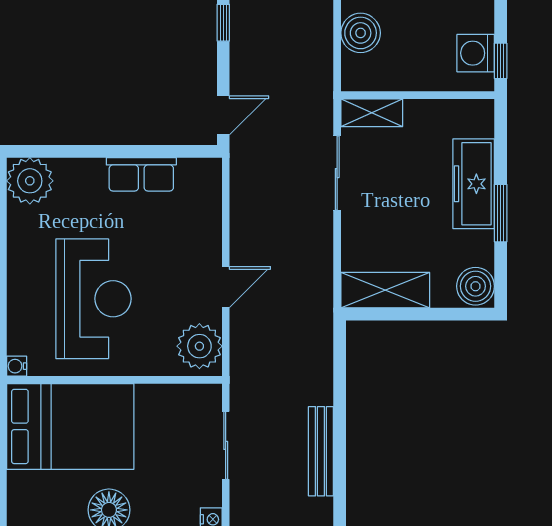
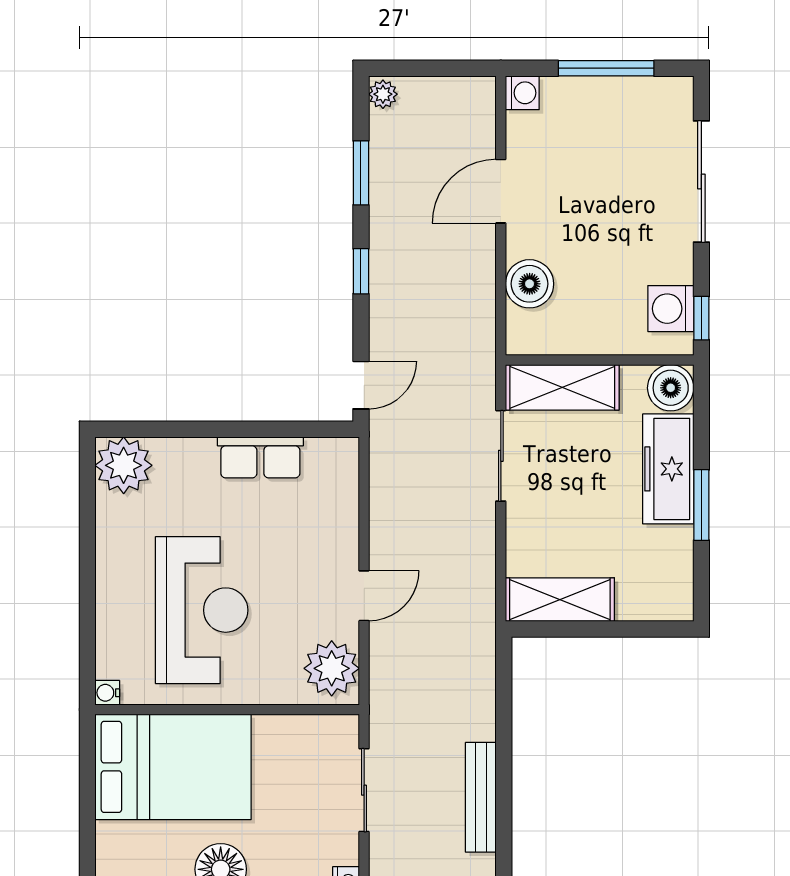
shelving: (372, 113) -> (562, 387), width x1.50, depth x1.33
boiler: (476, 286) -> (671, 388), moved

